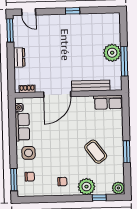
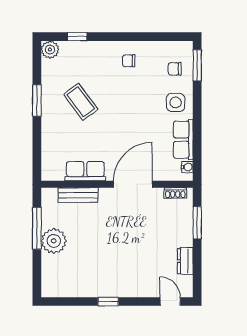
window: (10, 30) -> (197, 223), moved
dresser: (19, 57) -> (185, 261), moved
bench: (91, 86) -> (78, 195), width x0.73
row of seats: (108, 102) -> (85, 171), moved
plant: (86, 187) -> (95, 53), removed

